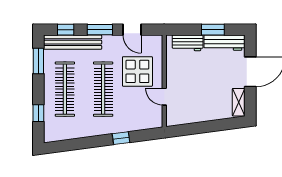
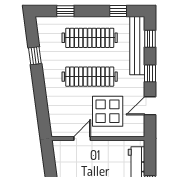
window: (100, 30) -> (150, 73), width x0.67
window: (38, 61) -> (118, 11), width x0.67
window: (121, 138) -> (35, 56), moved

